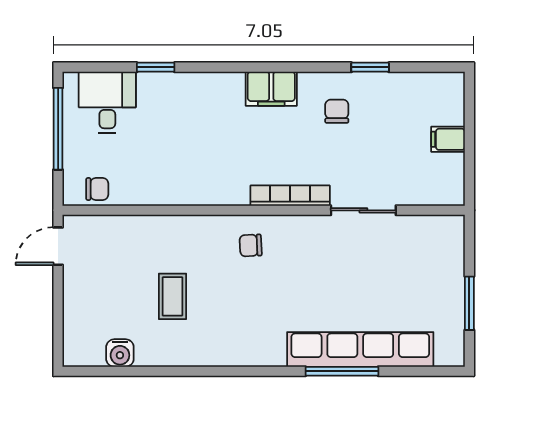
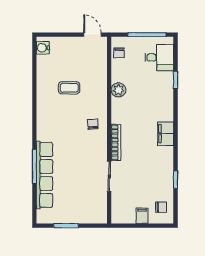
chair: (337, 111) -> (161, 207), moved
plant: (177, 190) -> (118, 90), added
water cooler: (120, 353) -> (43, 48), moved

